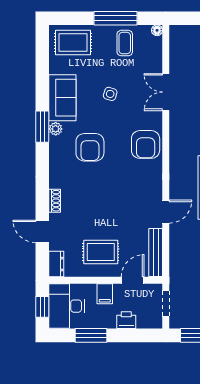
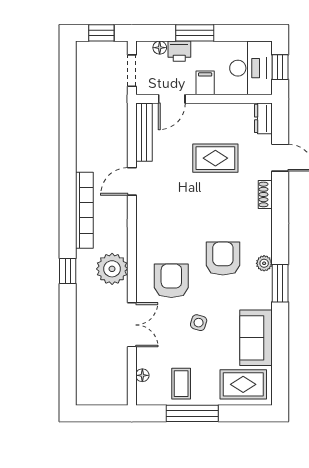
floor lamp: (157, 30) -> (142, 375), moved
sofa: (62, 98) -> (256, 338), moved
plant: (56, 129) -> (264, 263), moved
plant: (182, 139) -> (112, 269), added
armchair: (146, 144) -> (171, 281), moved
rug: (101, 252) -> (215, 158), moved
floor lamp: (143, 323) -> (160, 48), added
window: (91, 335) -> (195, 33), moved

